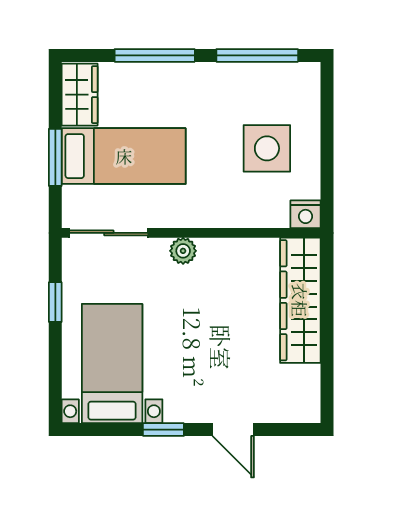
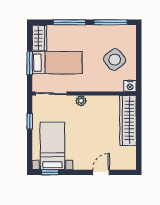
side table: (267, 148) -> (115, 60), turned -38
window: (163, 430) -> (50, 172), moved
door: (233, 430) -> (101, 172), swing flipped

